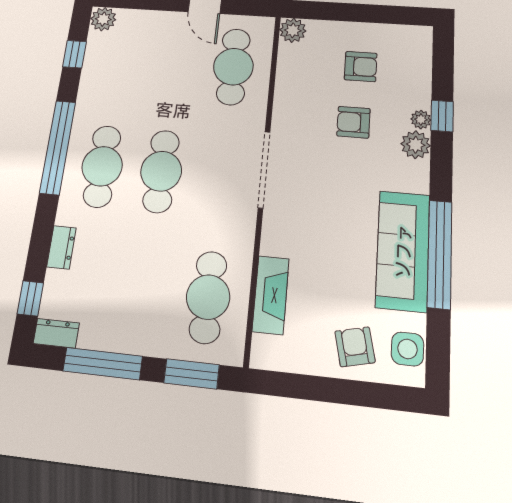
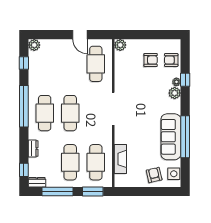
armchair: (353, 122) -> (171, 60), moved
cafe table: (145, 291) -> (70, 162), added

